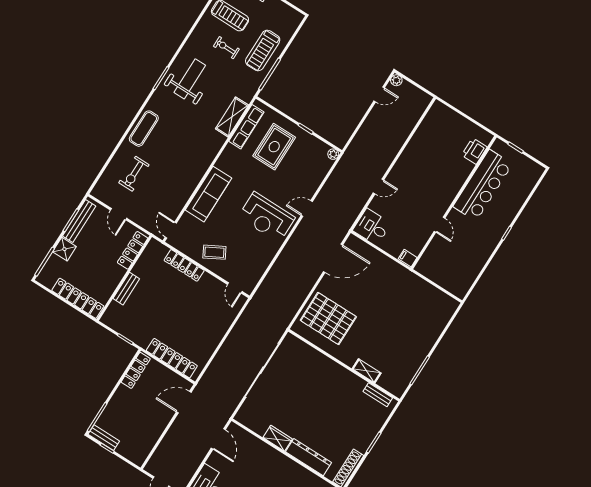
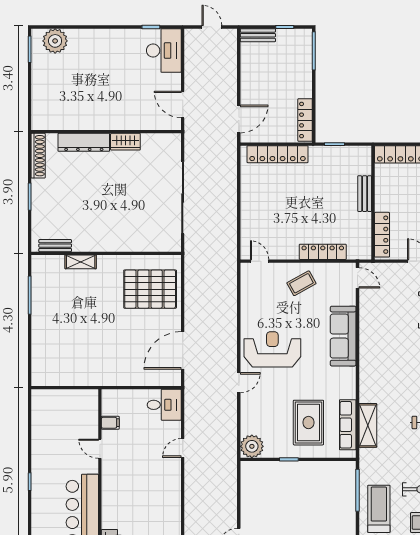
plant: (333, 154) -> (252, 446), width x1.88, depth x1.88
filing cabinet: (408, 258) -> (110, 423), moved
bench: (104, 438) -> (258, 35), moved

